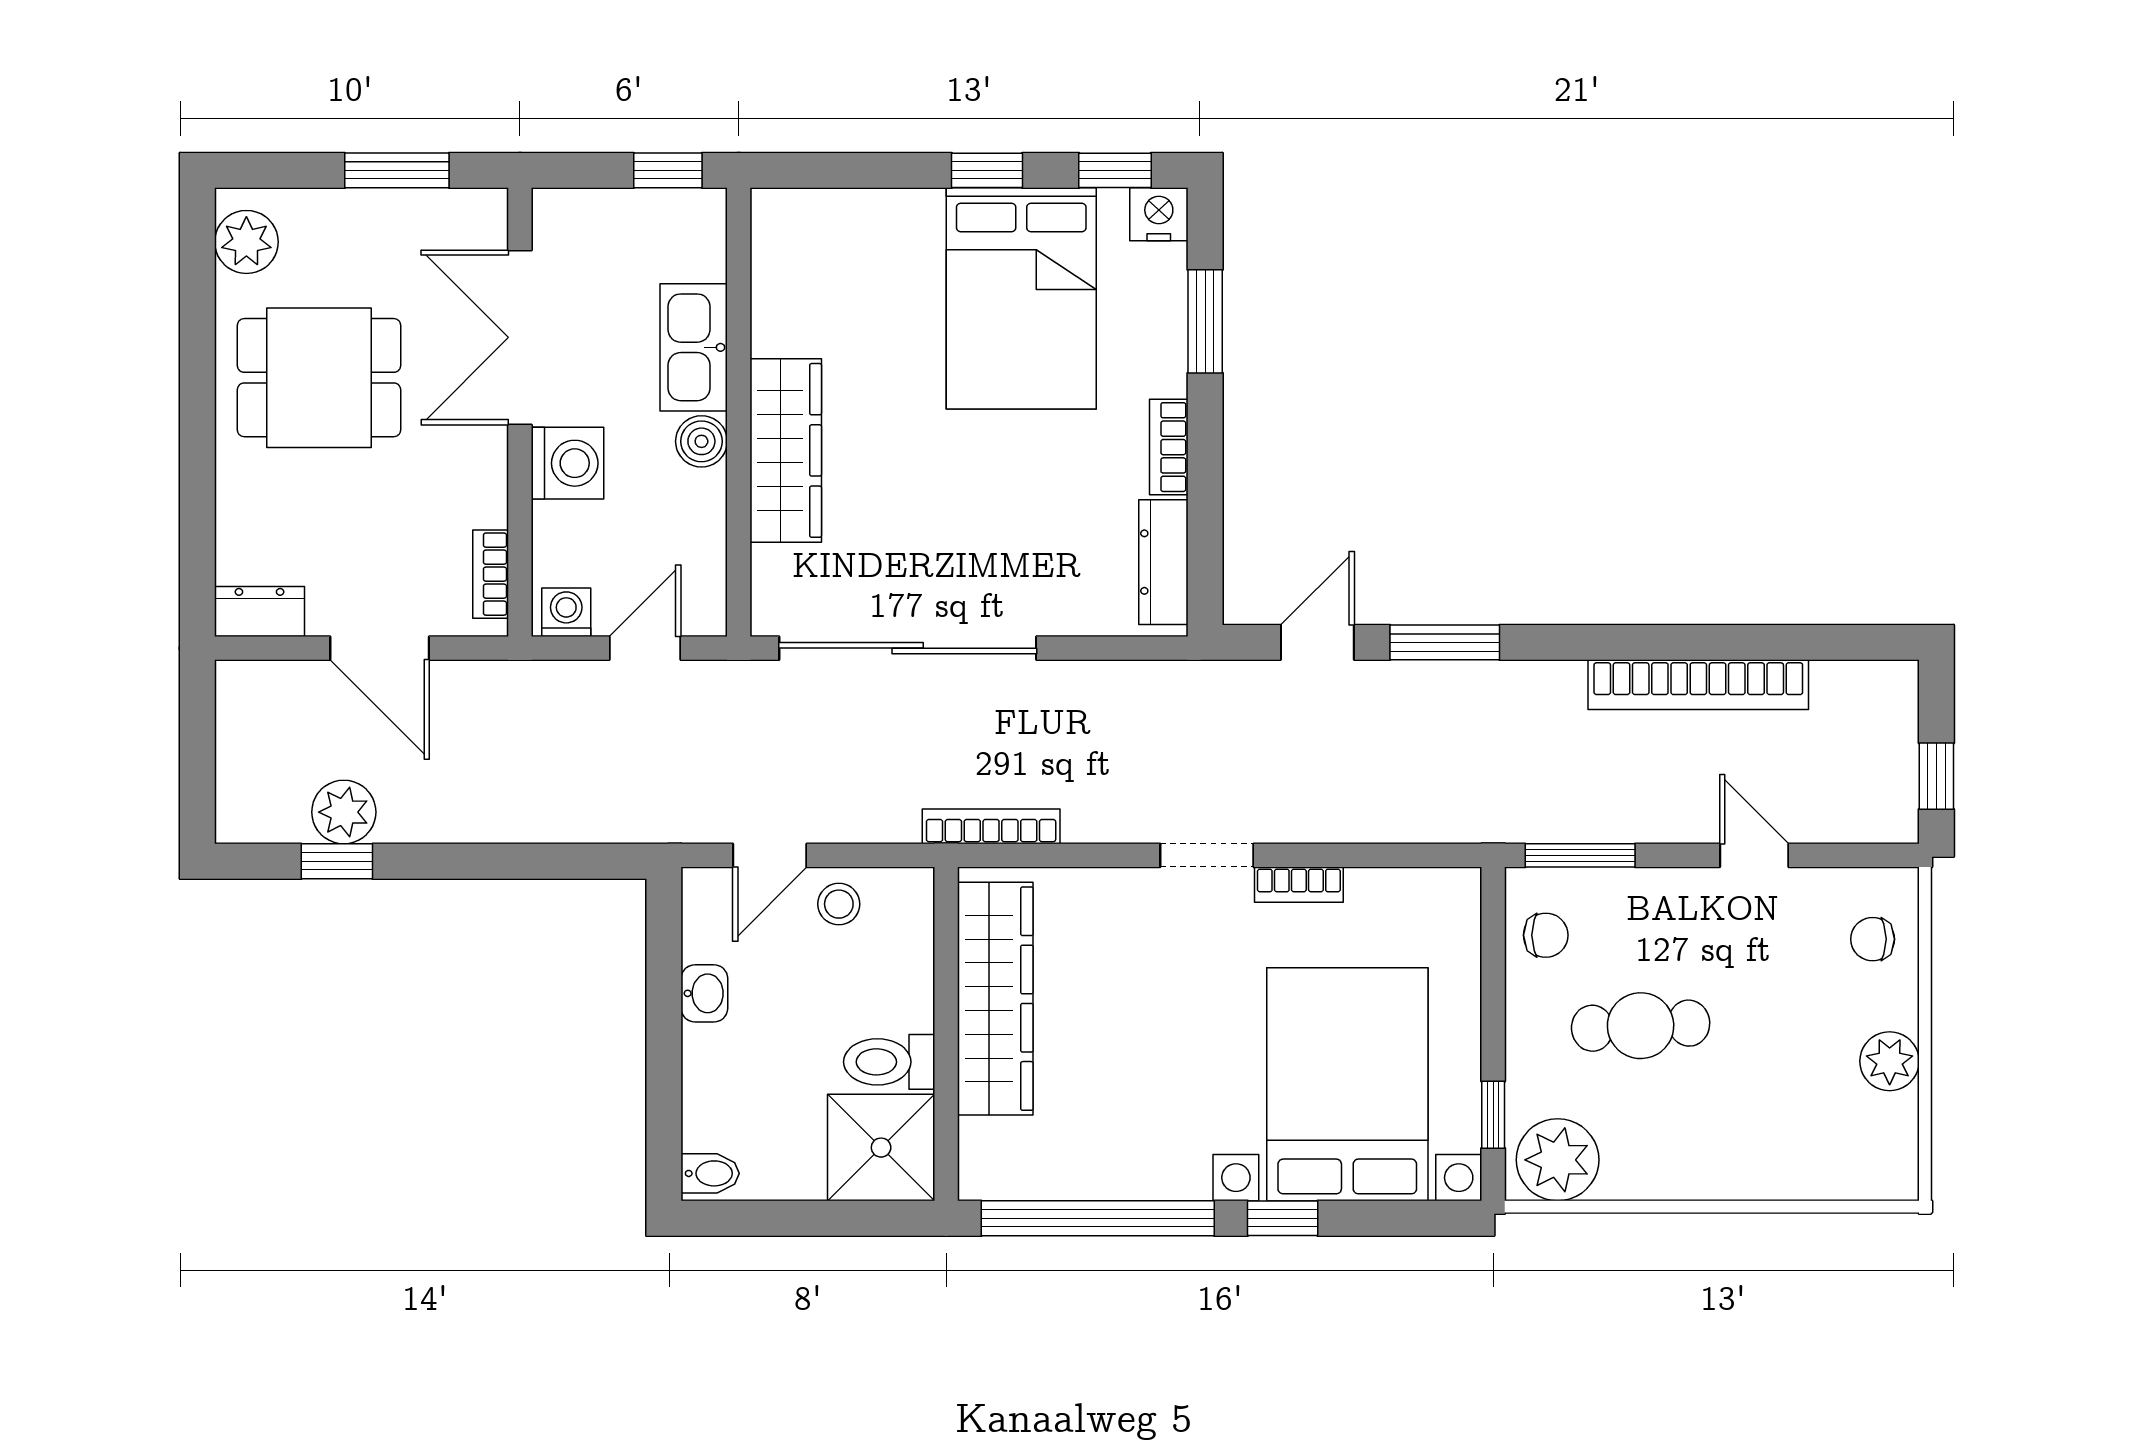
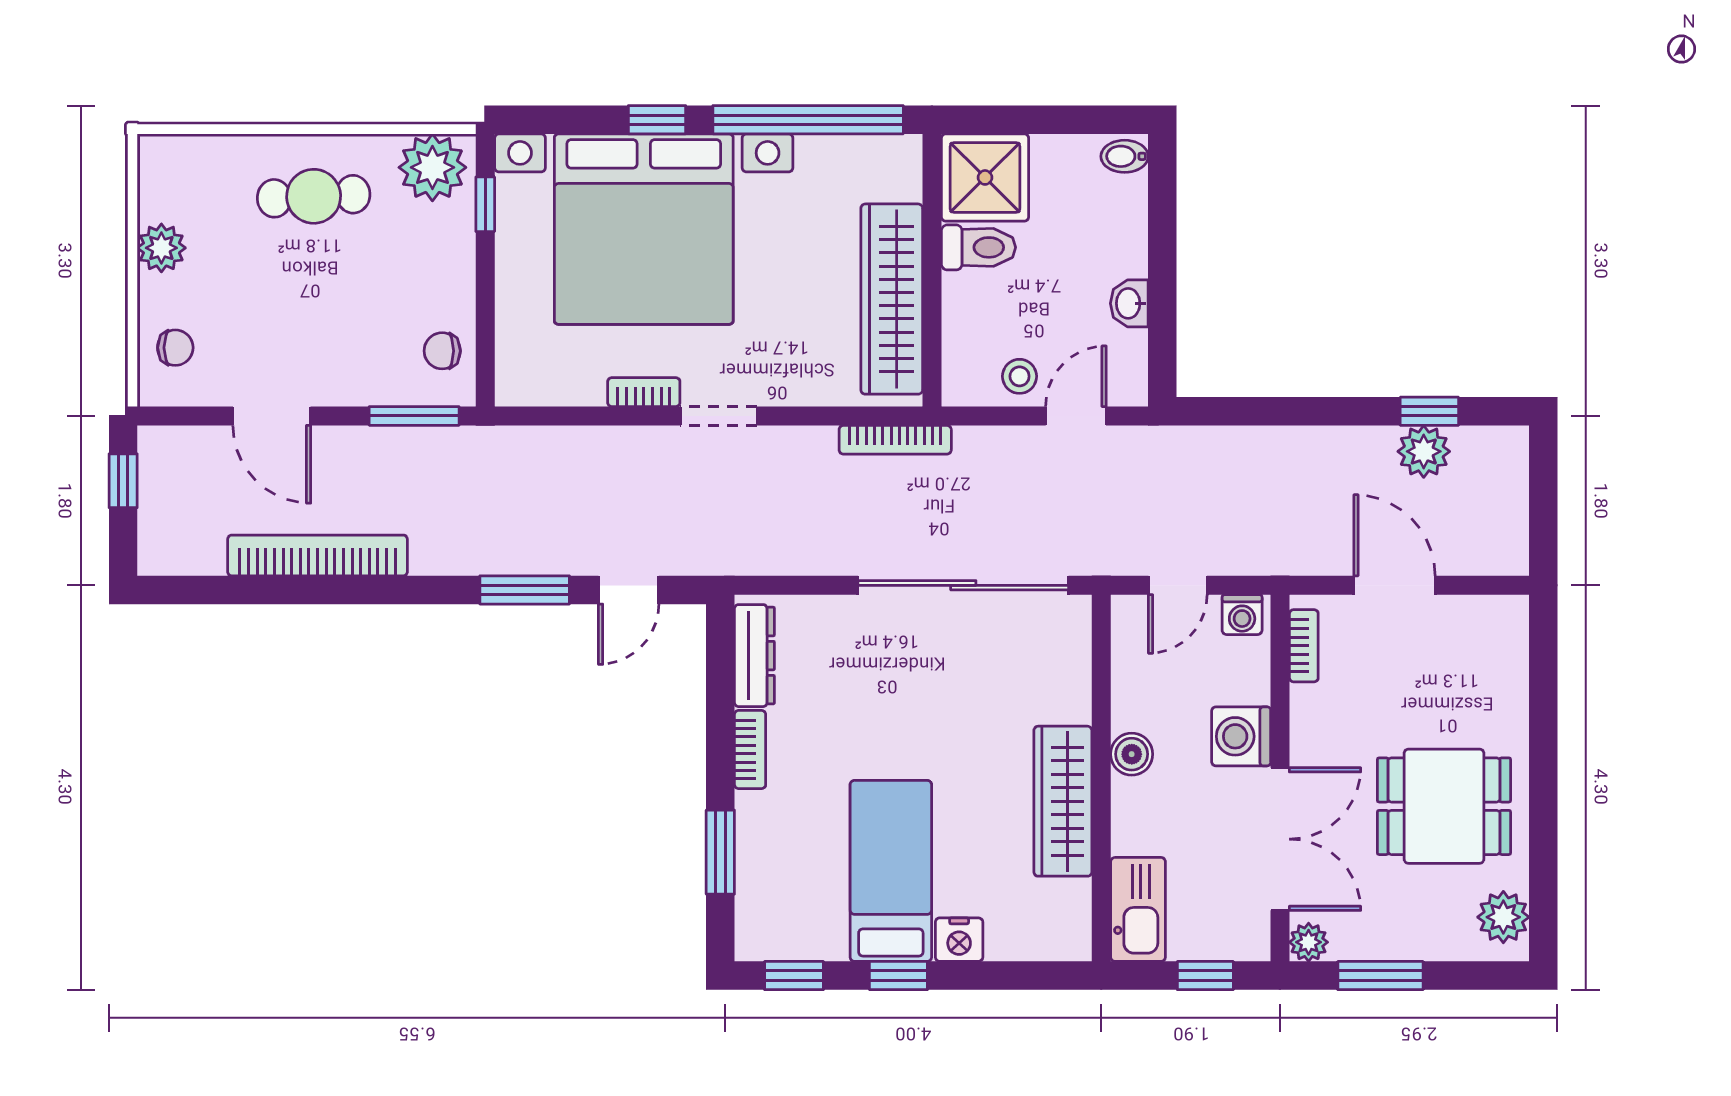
window: (668, 170) -> (1205, 976), moved
plant: (485, 211) -> (1309, 942), added
nightstand: (1159, 214) -> (959, 940), moved
bed: (1021, 298) -> (891, 871), width x0.67
kitchen sink: (694, 347) -> (1138, 909), moved
wardrobe: (786, 450) -> (1063, 801), moved
dresser: (260, 611) -> (1493, 615), removed
door: (1754, 855) -> (272, 416), width x1.38
cafe table: (1641, 1026) -> (314, 196), moved
bed with nightstands: (1347, 1084) -> (644, 229), width x1.36

